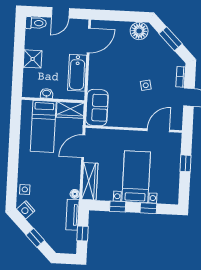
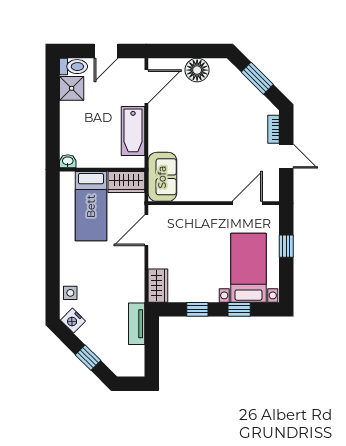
floor lamp: (139, 31) -> (197, 70), moved
shower: (33, 59) -> (72, 88), moved
side table: (146, 85) -> (227, 143), removed
washbasin: (47, 93) -> (68, 161), moved
bed with nightstands: (136, 177) -> (248, 268), moved
wardrobe: (90, 181) -> (158, 286), width x0.67
floor lamp: (75, 194) -> (138, 295), removed
window: (83, 233) -> (152, 348), removed

